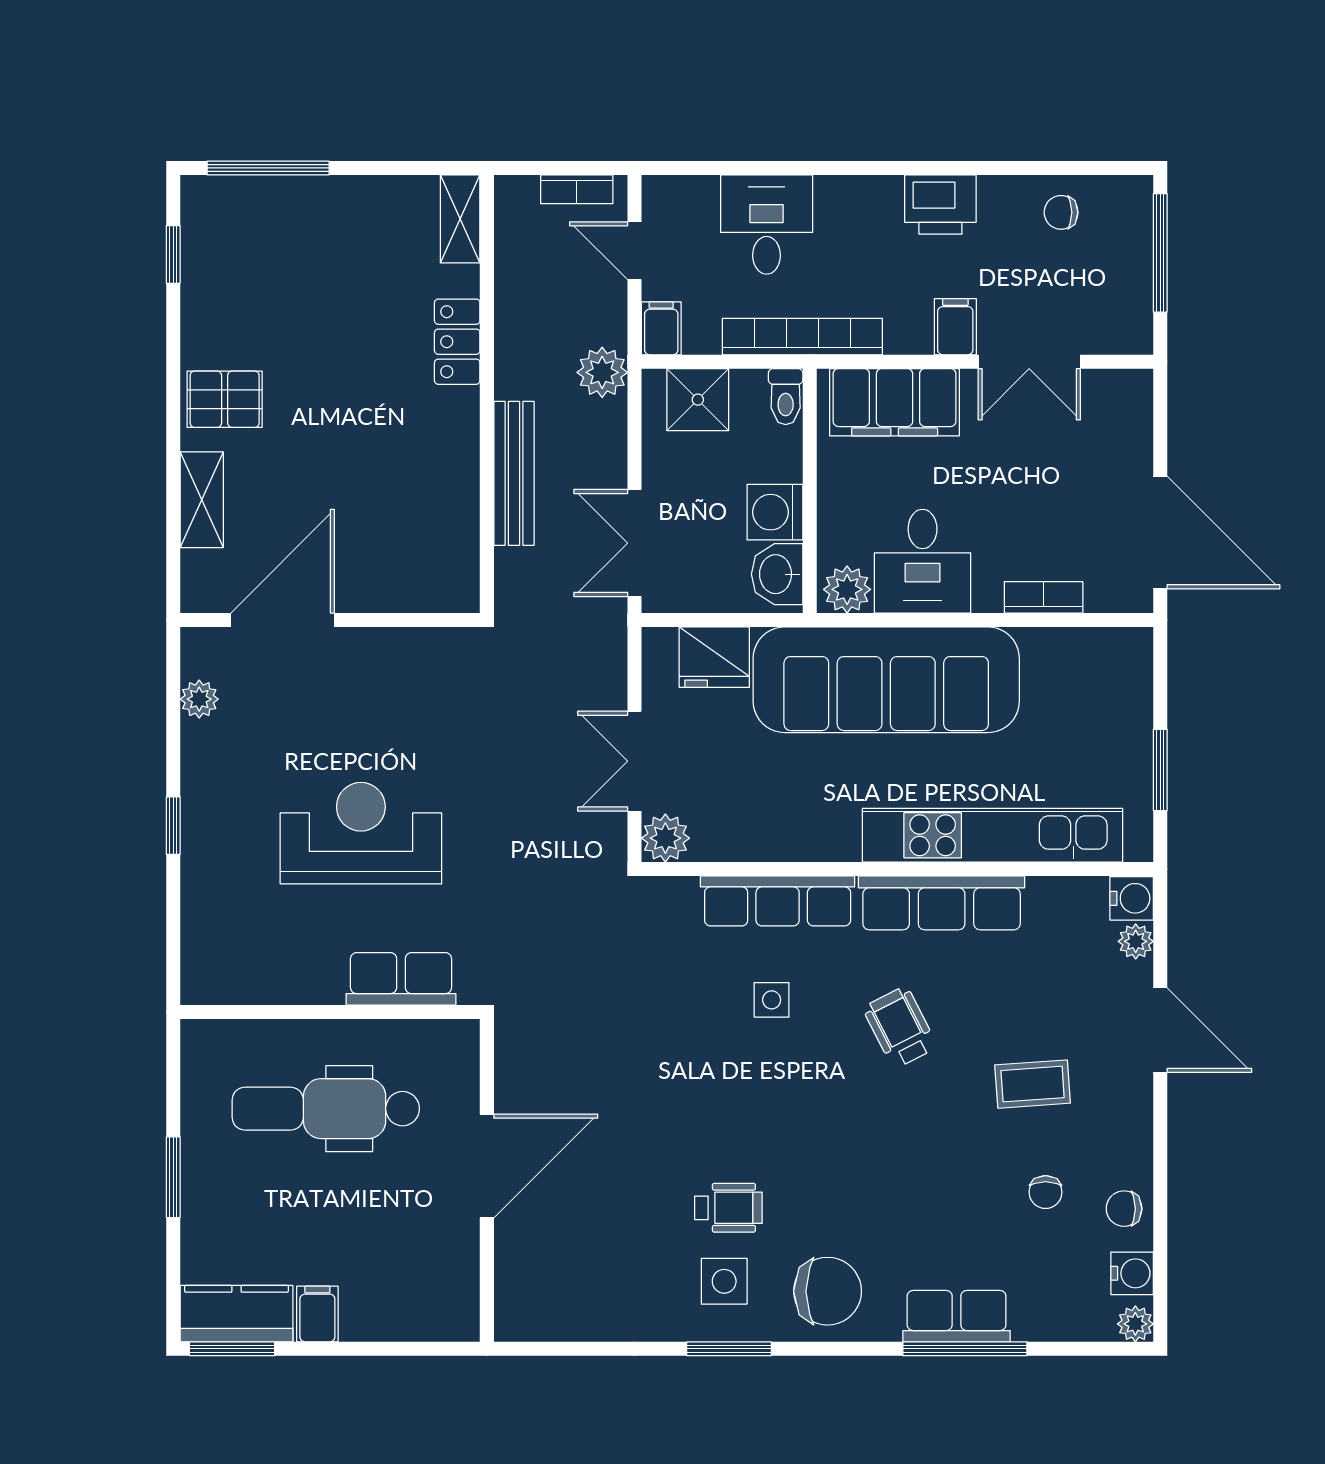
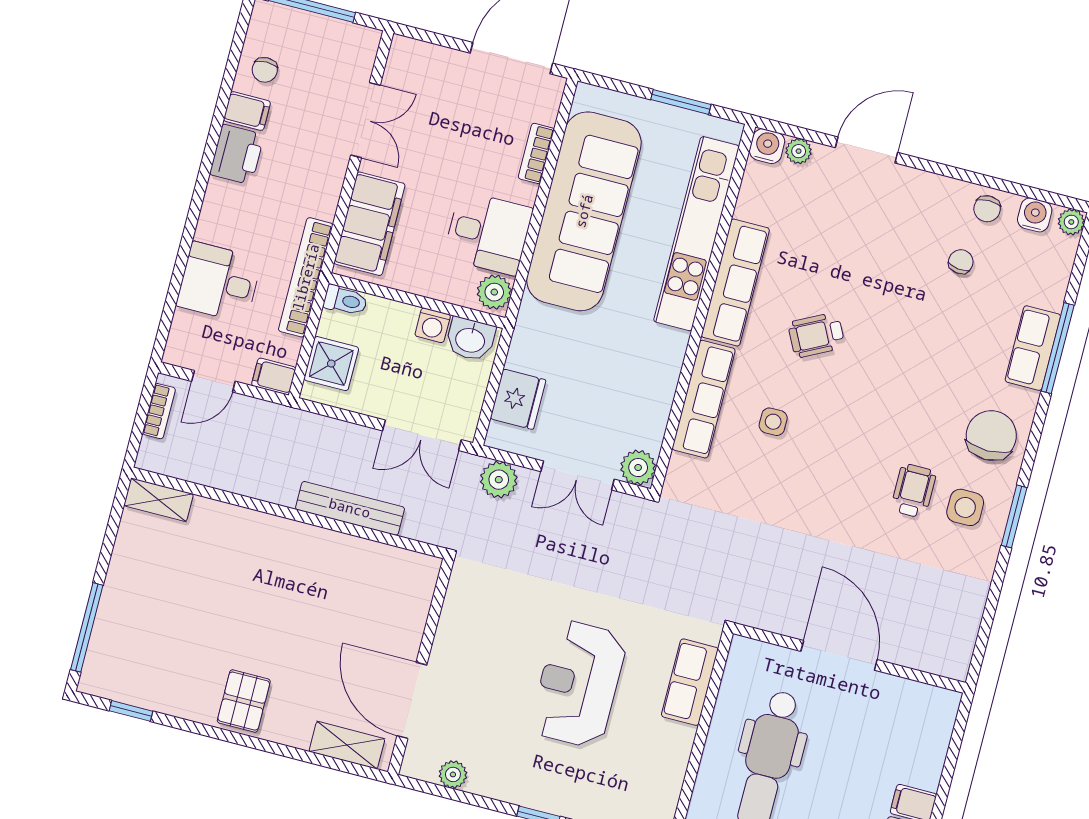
filing cabinet: (955, 327) -> (247, 111), moved, turned 180
locker: (457, 342) -> (246, 524), removed
plant: (602, 372) -> (499, 480), moved
shelving: (202, 500) -> (347, 745), moved
washing machine: (775, 512) -> (433, 325), width x0.73, depth x0.73
sofa: (886, 680) -> (584, 211), moved
coffee table: (1033, 1084) -> (881, 251), removed
chair: (1046, 1192) -> (961, 262), turned -83

